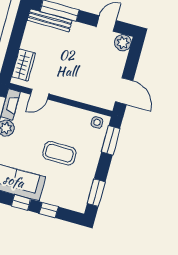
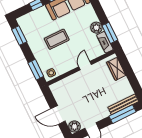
door: (124, 91) -> (58, 115), moved
door: (40, 94) -> (85, 66), moved

